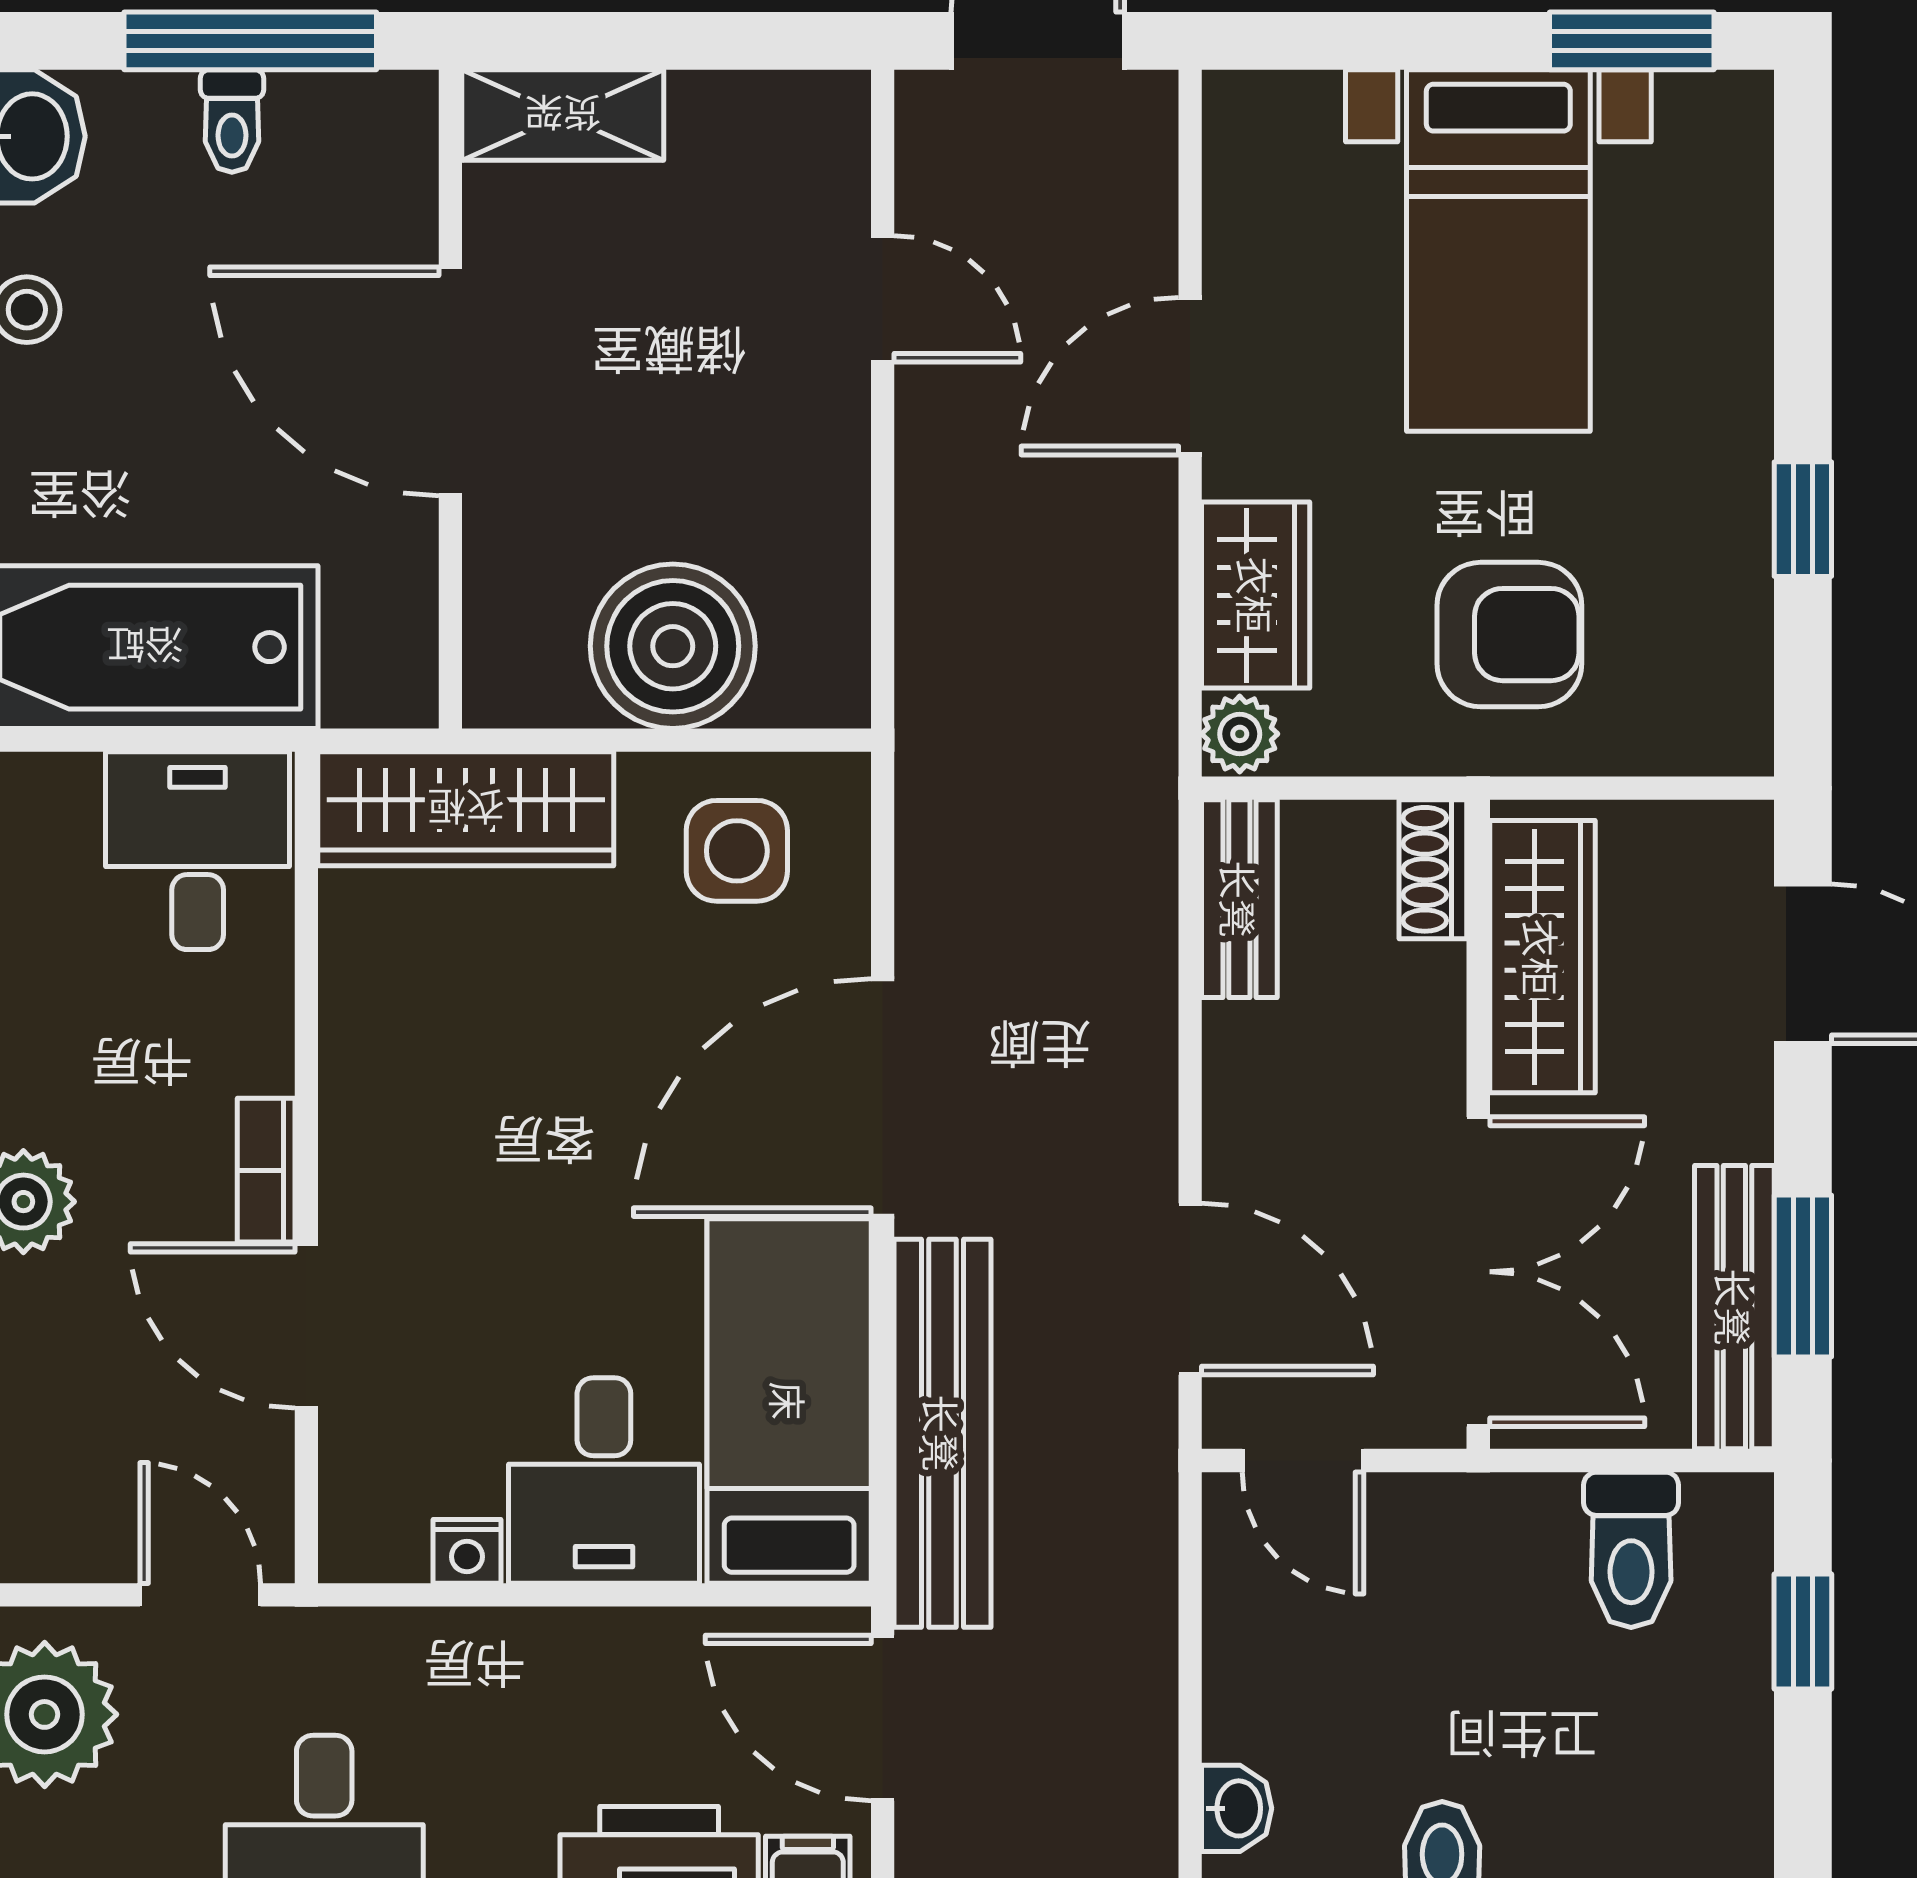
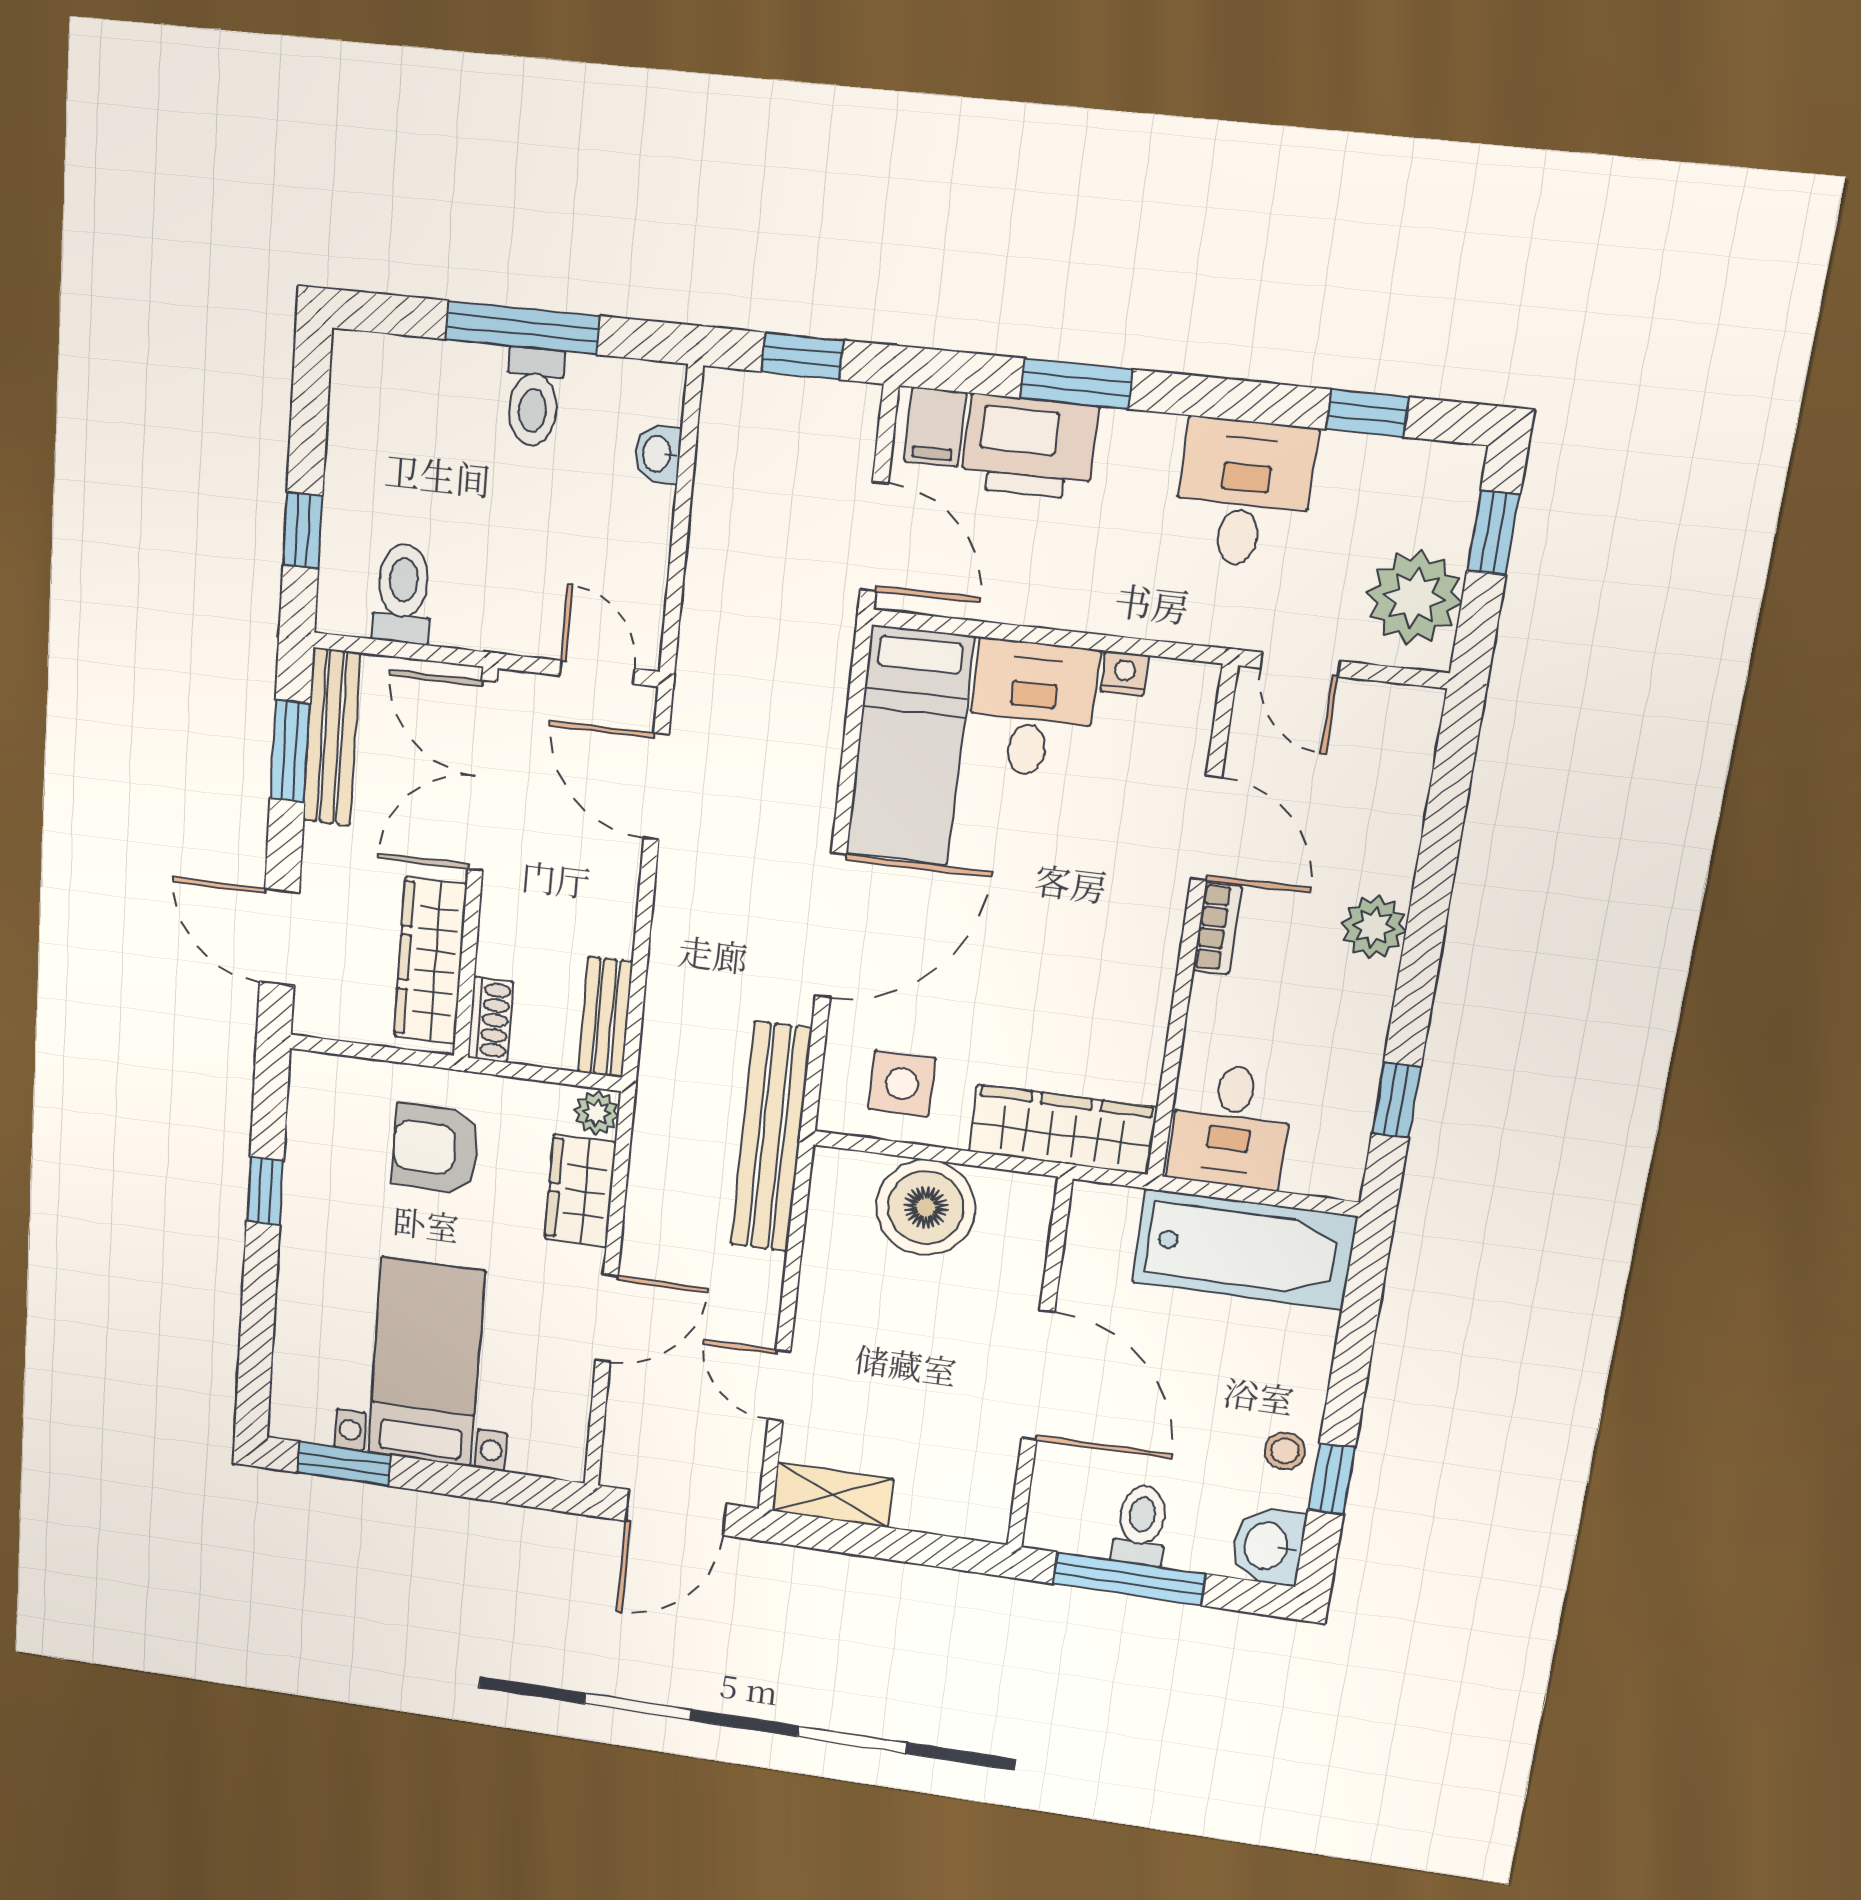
shelving: (563, 115) -> (833, 1495), moved
toilet: (232, 121) -> (1141, 1525), width x1.37, depth x1.39
bench: (942, 1433) -> (771, 1137), moved

